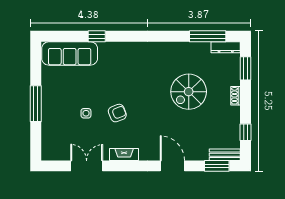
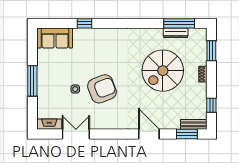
dresser: (226, 47) -> (176, 33), moved
sofa: (70, 53) -> (55, 38), width x0.73
spiral stairs: (189, 92) -> (163, 71), width x1.37, depth x1.37
armchair: (117, 113) -> (102, 89), width x1.88, depth x1.88
fireplace: (124, 154) -> (49, 124), moved

